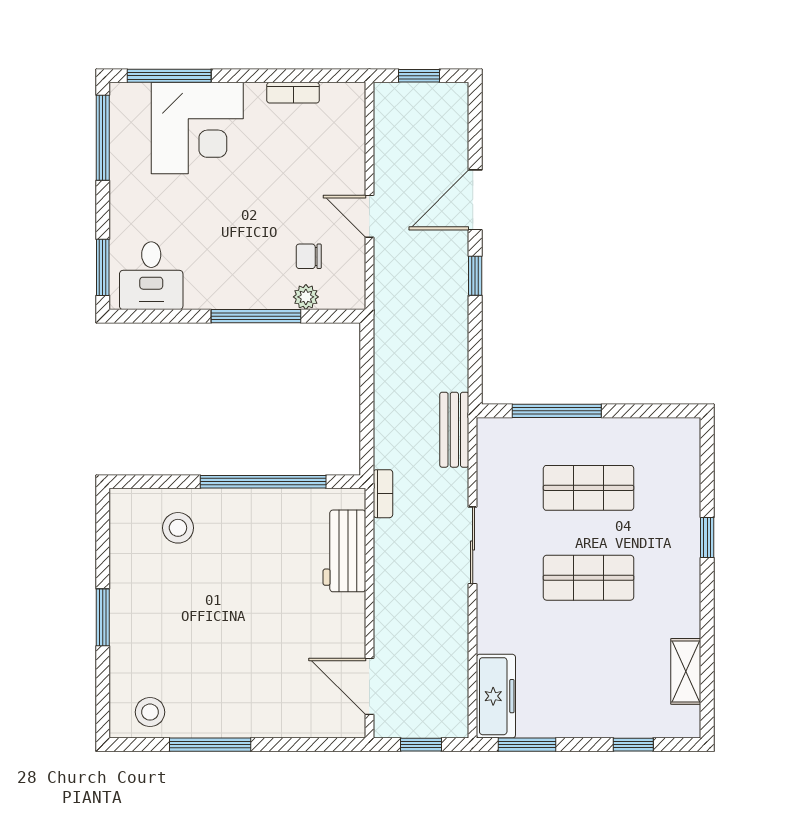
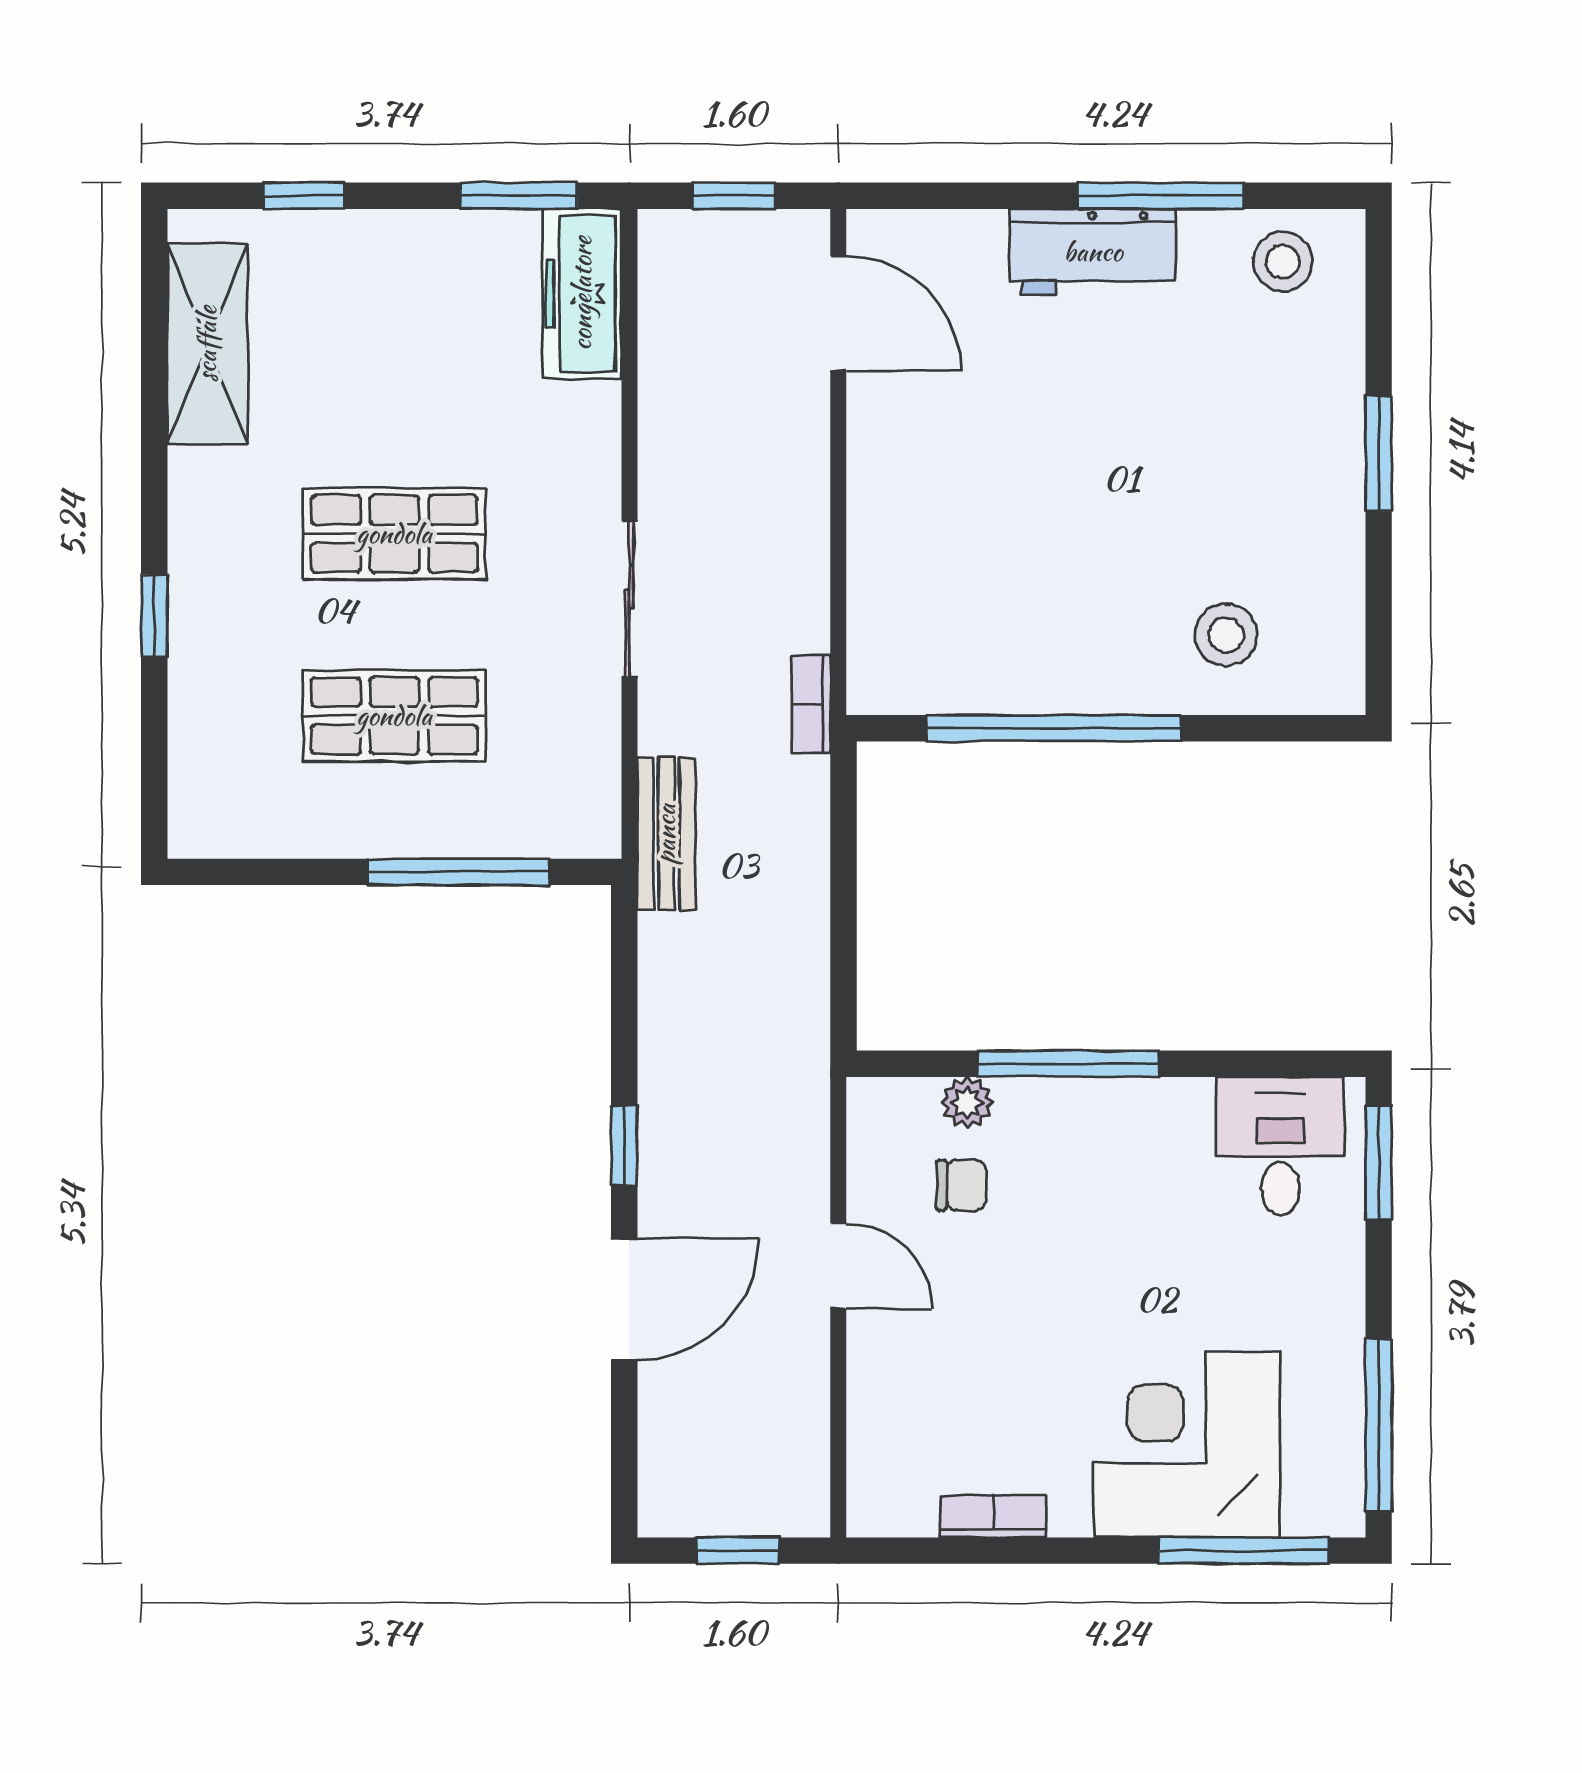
workbench: (344, 551) -> (1093, 252), moved, turned 90
shelving: (686, 671) -> (207, 344), width x1.50, depth x1.33

